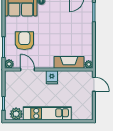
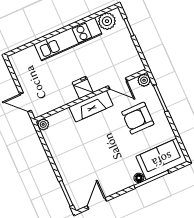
armchair: (24, 41) -> (138, 118), turned 90
fireplace: (69, 62) -> (91, 106), moved

